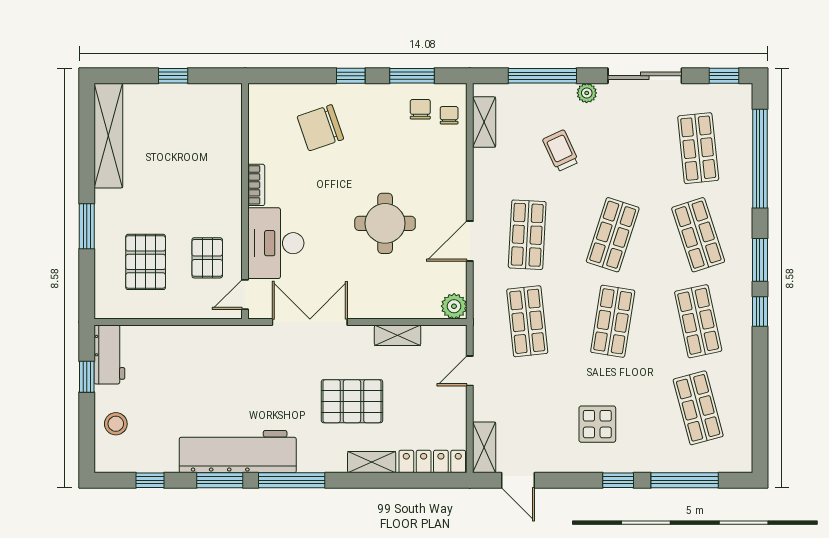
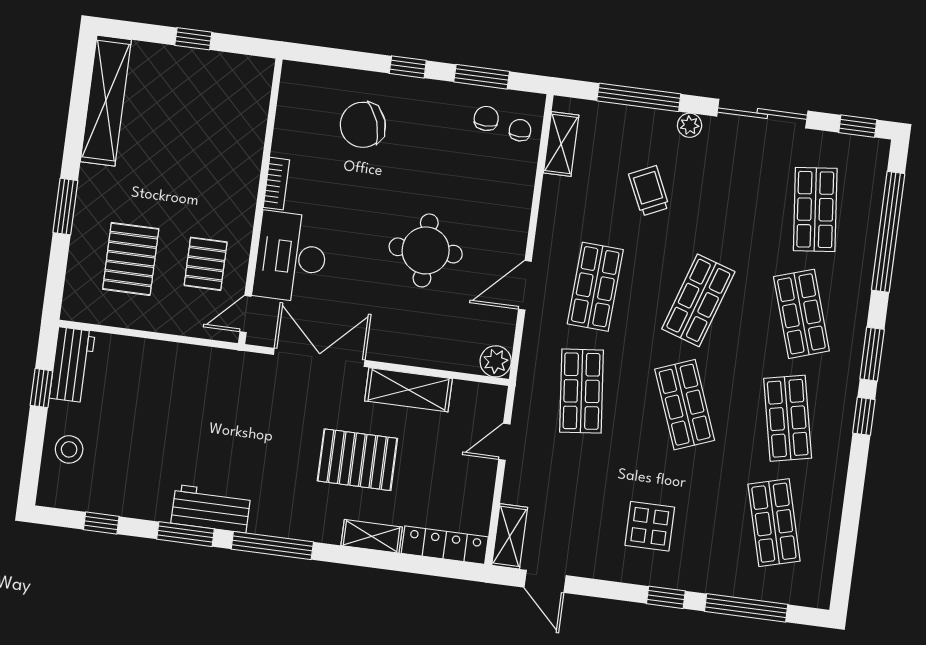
shop shelf: (613, 321) -> (685, 405), turned -30
shelving: (398, 335) -> (408, 390), width x1.50, depth x1.33
workbench: (238, 452) -> (211, 509), width x0.53, depth x0.76

